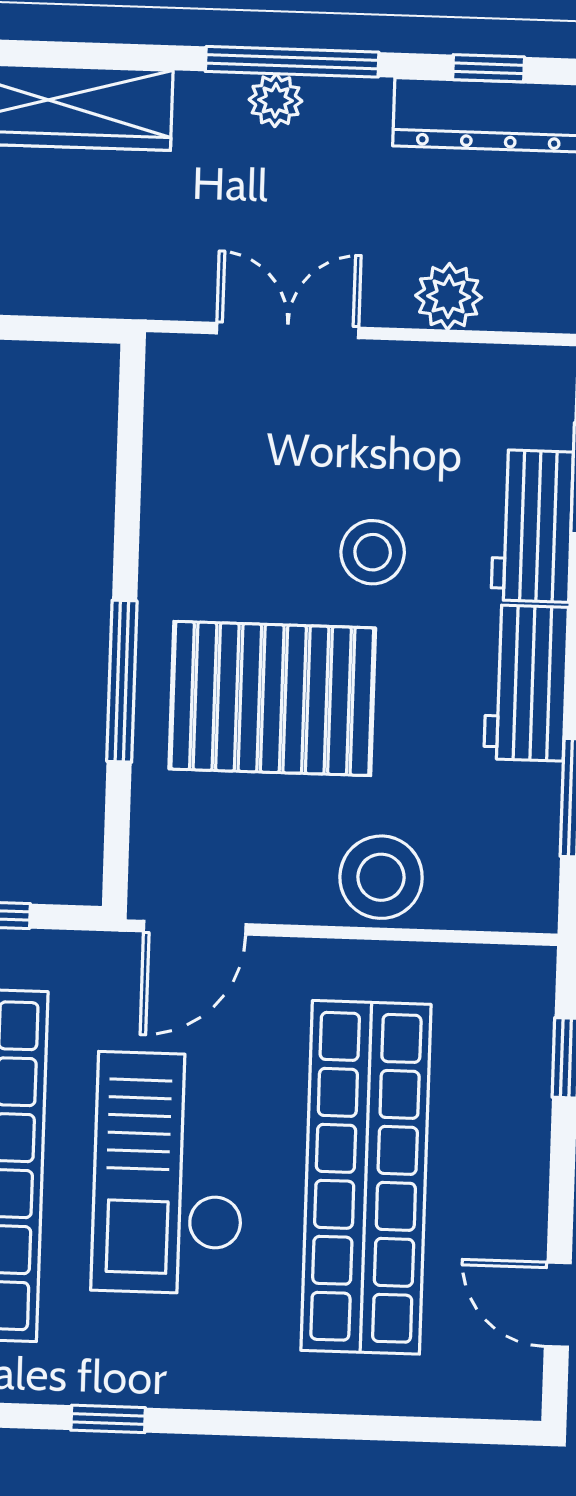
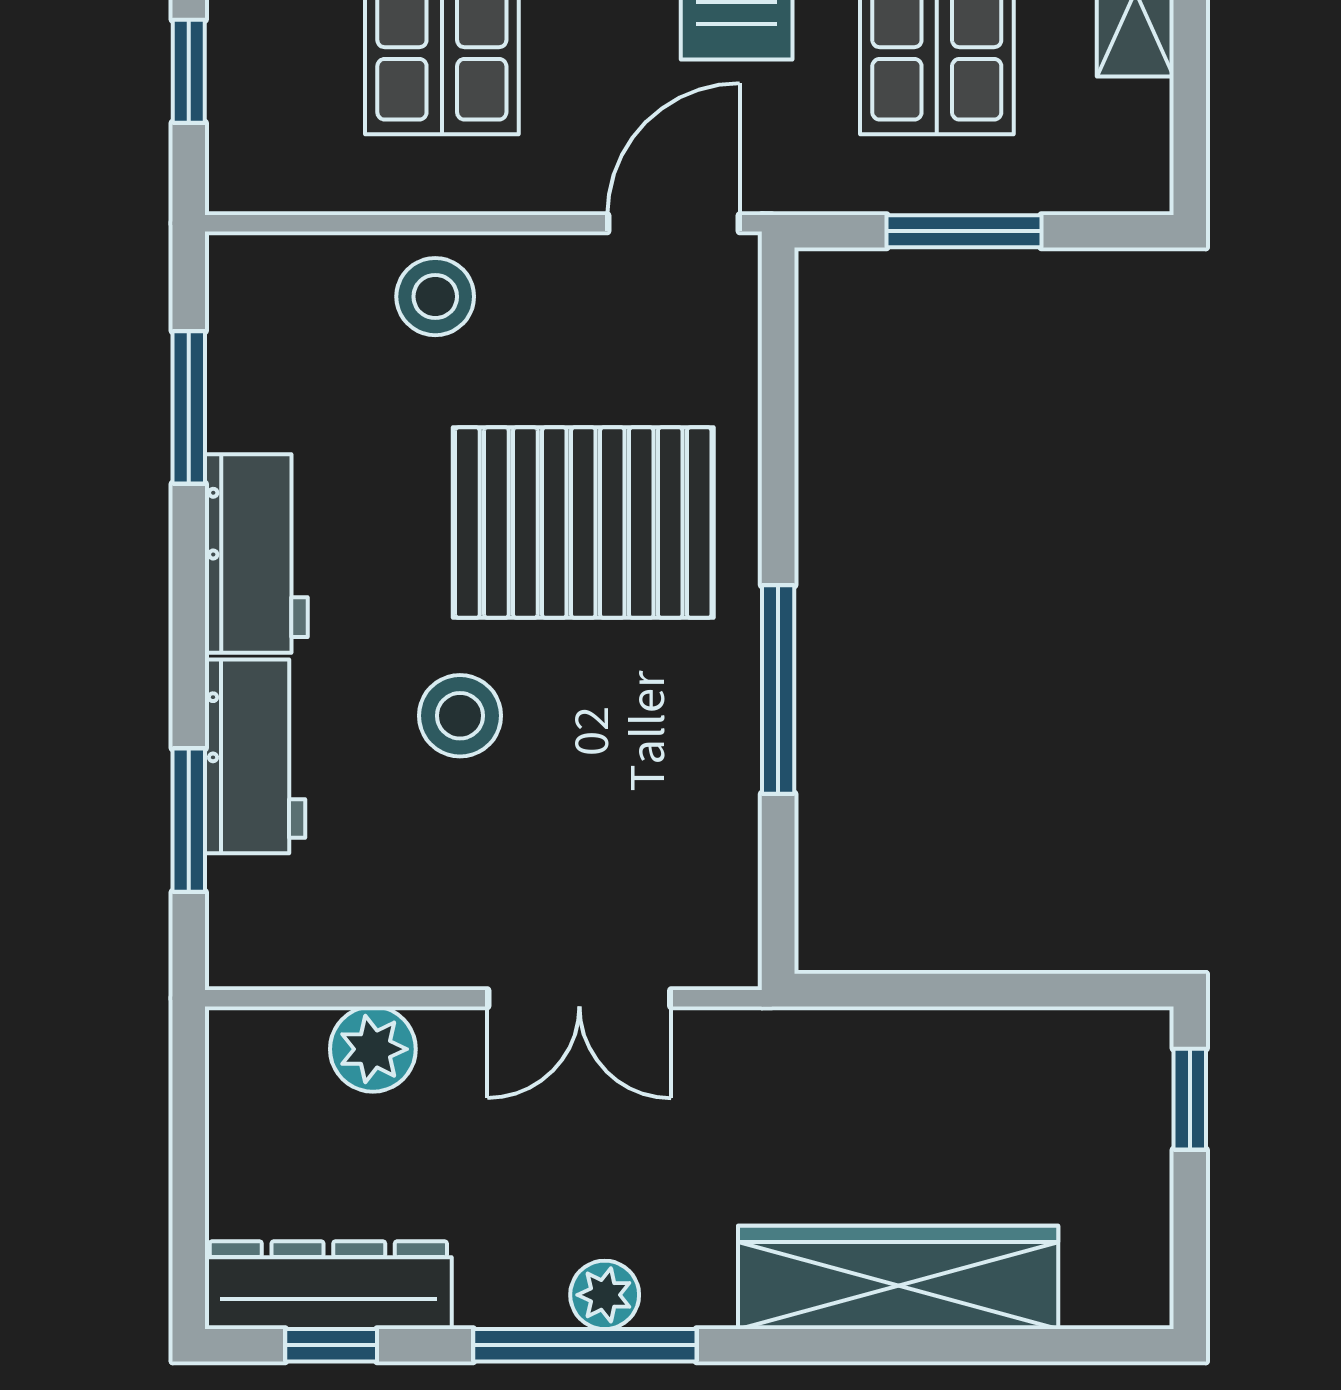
window: (122, 681) -> (778, 690), moved
stool: (381, 877) -> (435, 297), width x0.73, depth x0.73

